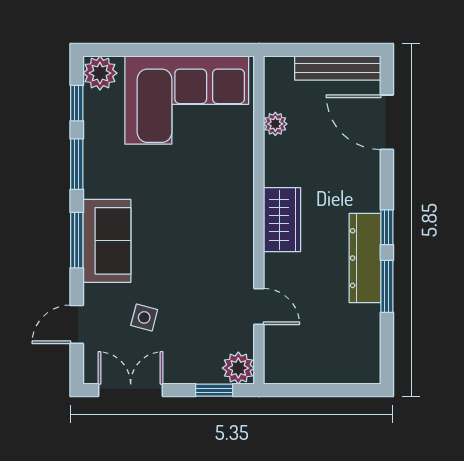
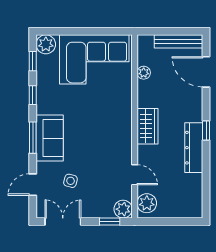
window: (77, 164) -> (33, 95), width x0.67
window: (387, 286) -> (206, 163), removed
plant: (281, 358) -> (147, 203), added

